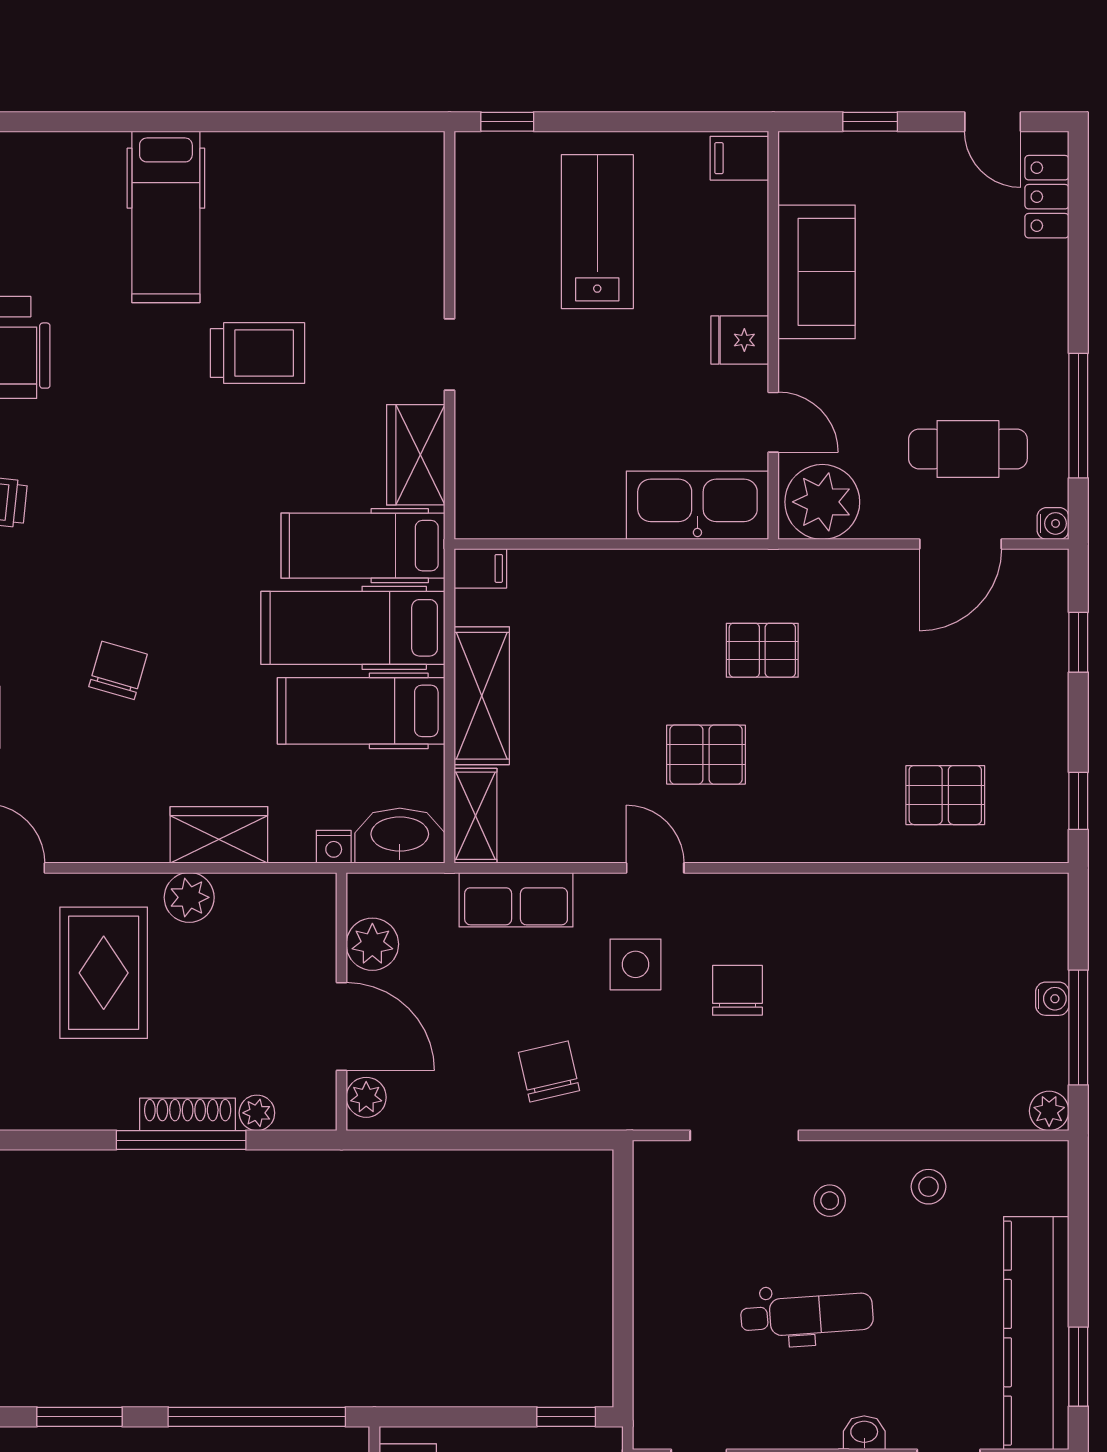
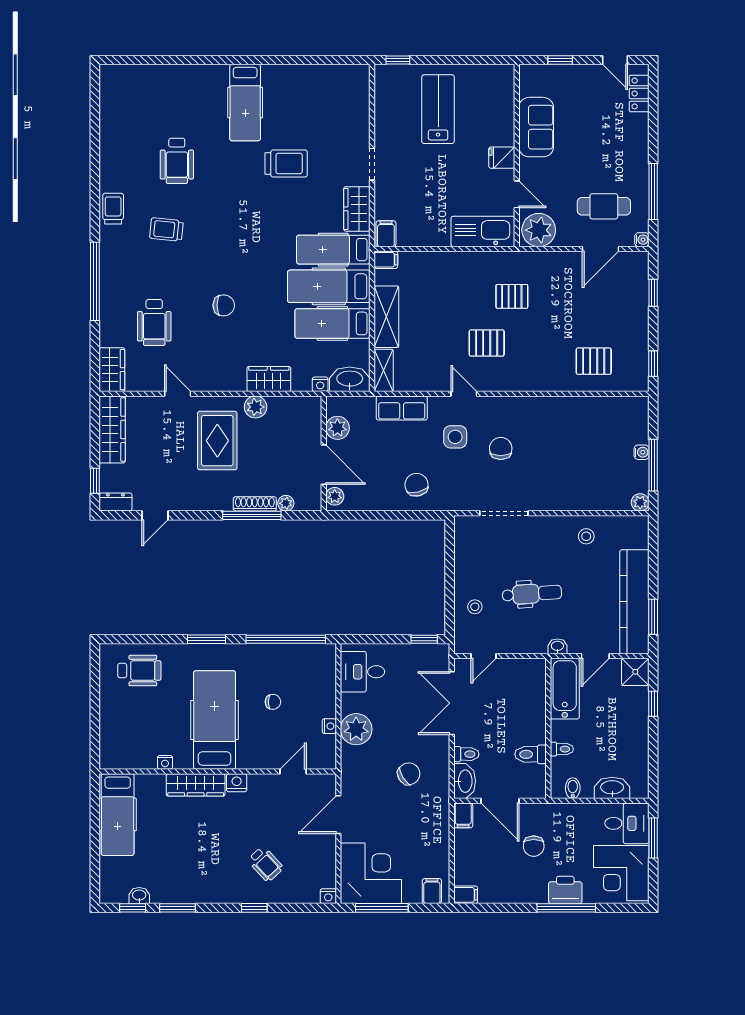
filing cabinet: (739, 158) -> (386, 234), moved, turned 90
chair: (118, 670) -> (224, 305), turned 74
stool: (830, 1201) -> (475, 607), moved

